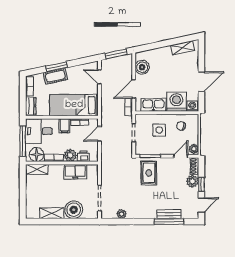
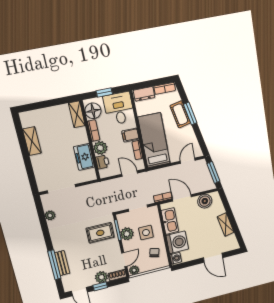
shelving: (182, 48) -> (226, 225), moved
door: (201, 82) -> (213, 258), moved
window: (23, 141) -> (104, 92), width x0.46
plant: (156, 148) -> (127, 234), added
door: (181, 156) -> (124, 260), hinge flipped
boiler: (74, 210) -> (42, 164), removed

